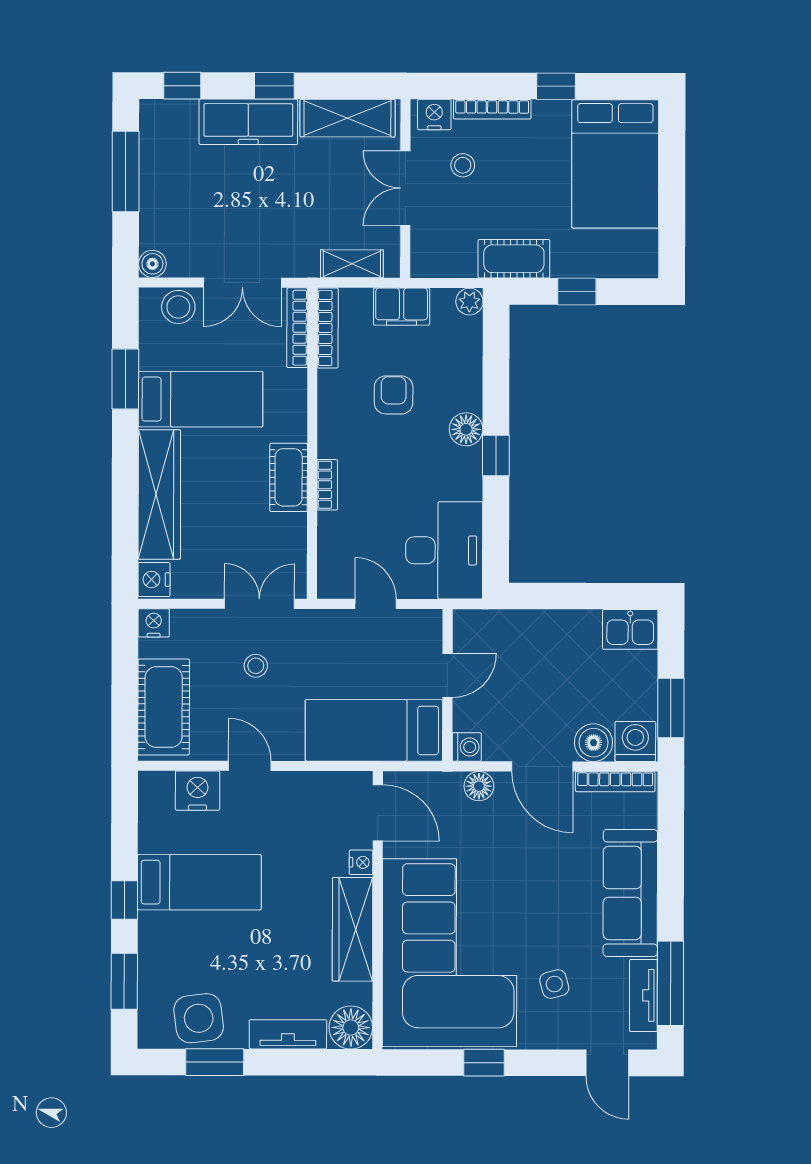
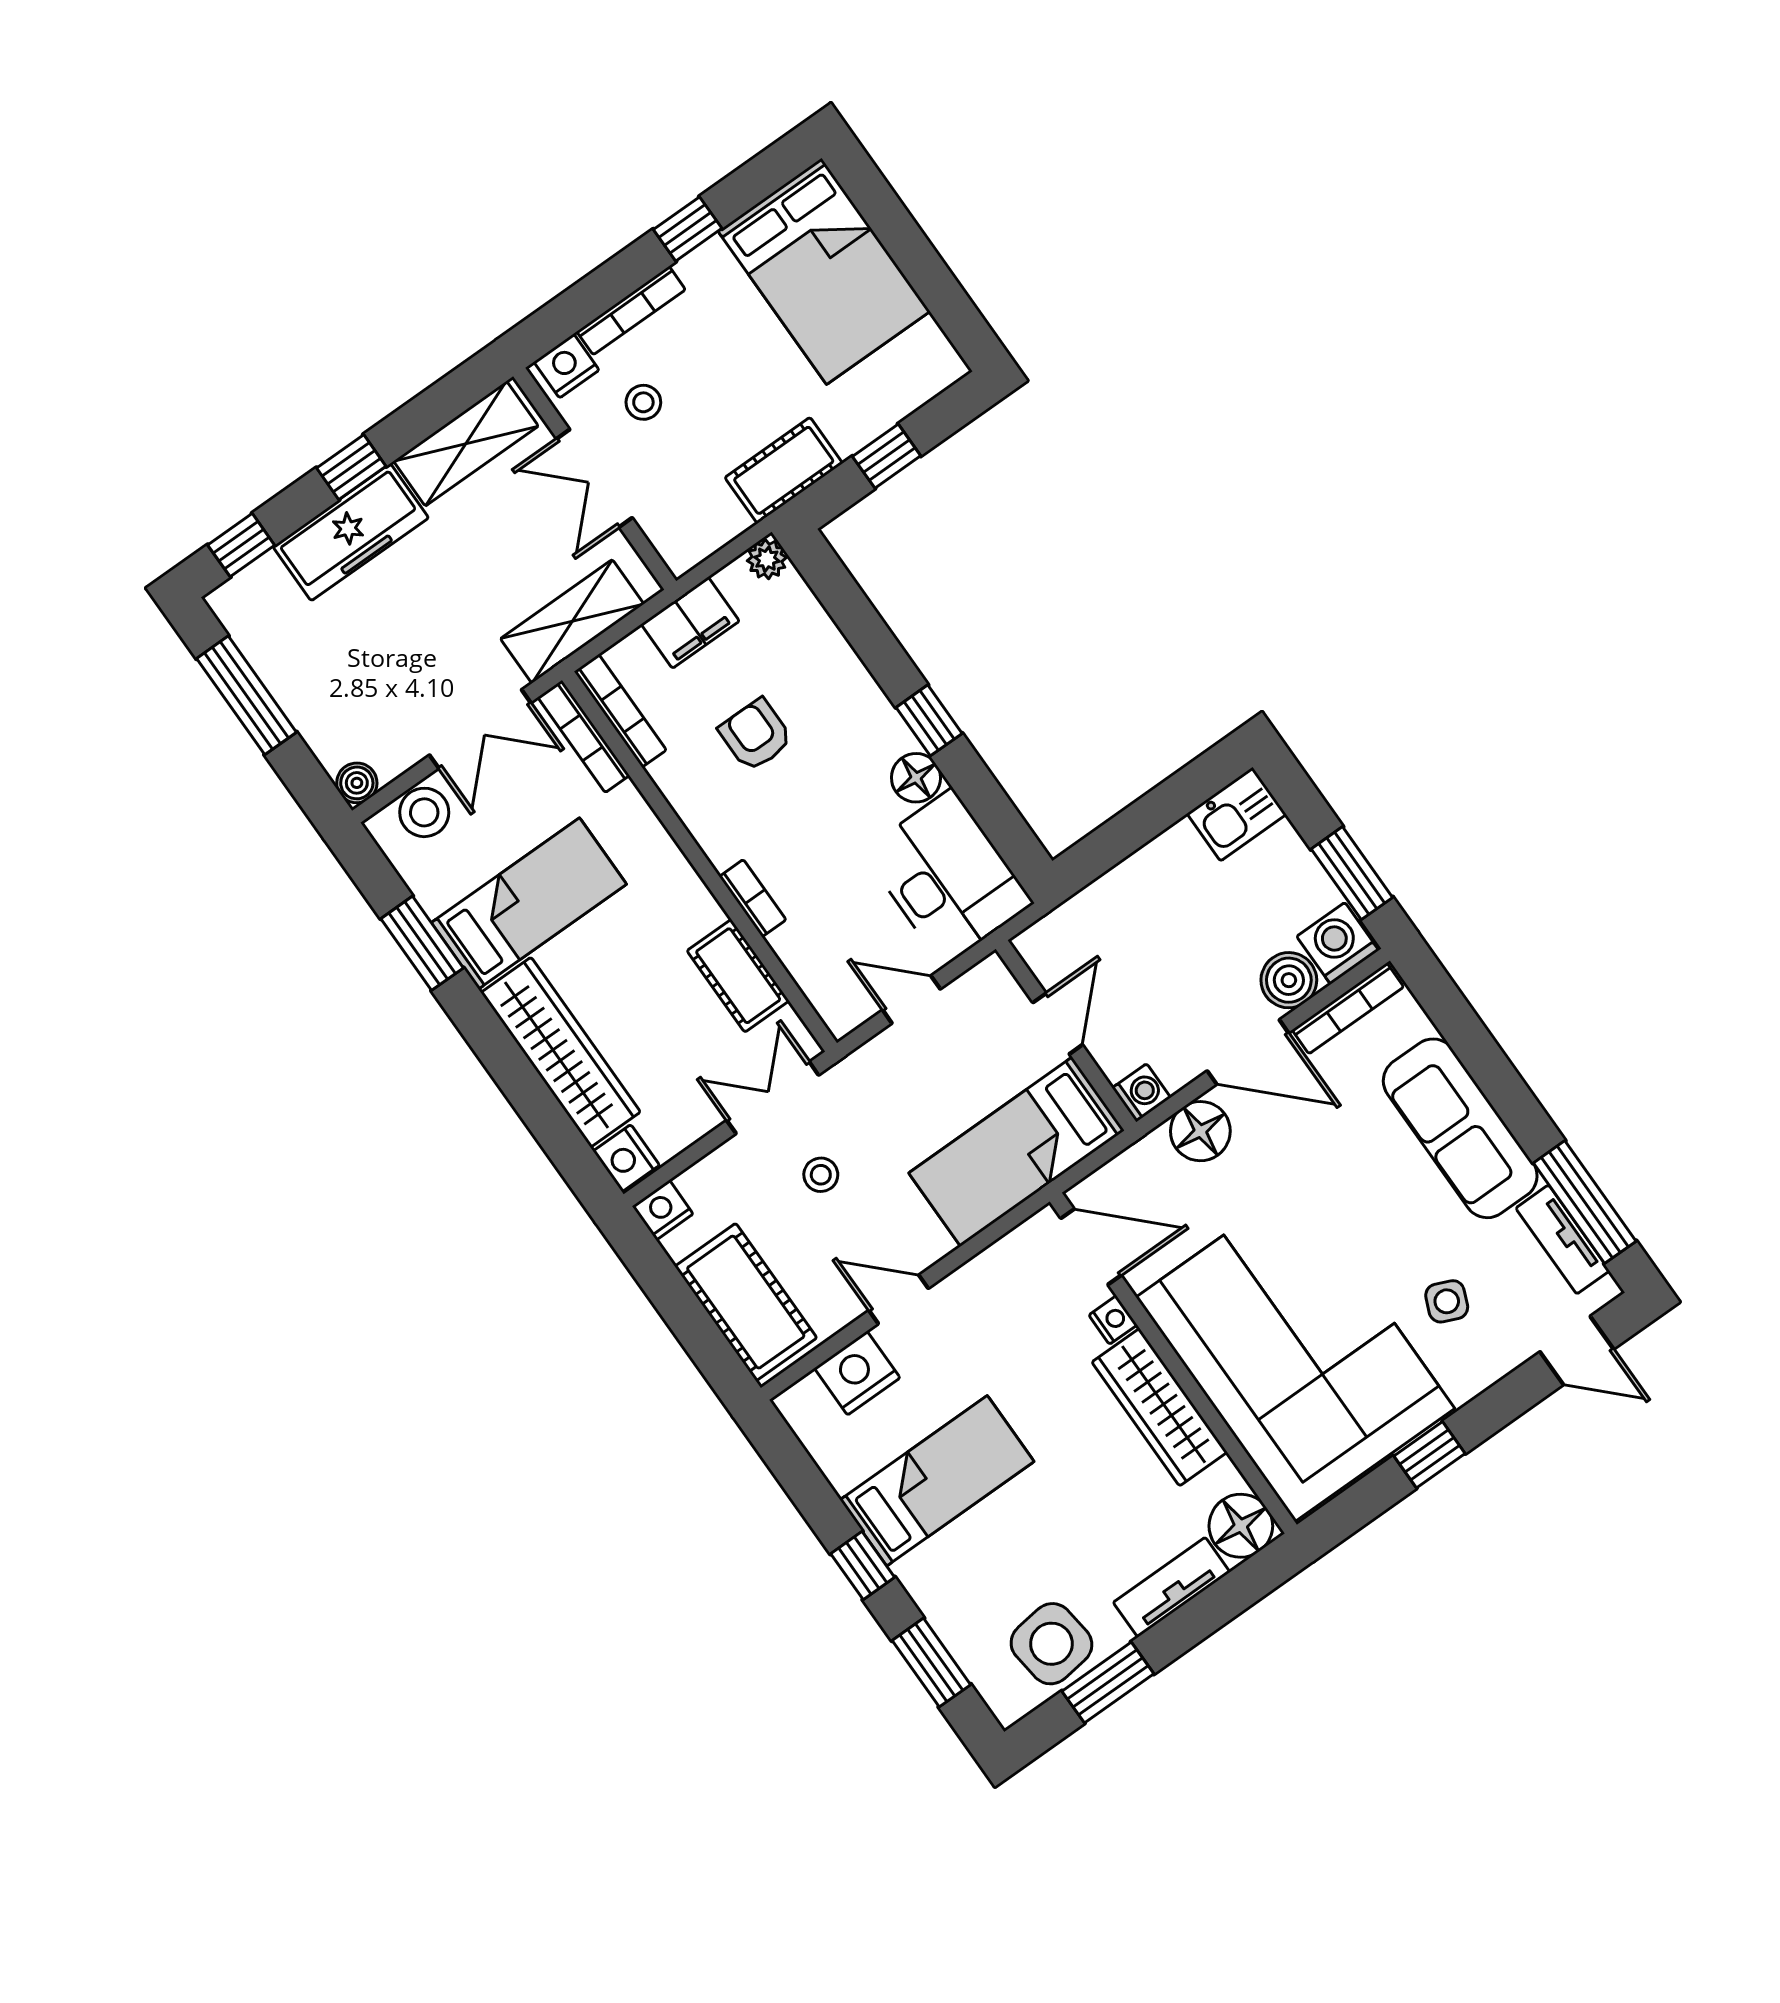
shelving: (352, 264) -> (572, 621), width x1.50, depth x1.33
floor lamp: (466, 429) -> (916, 778), moved
cot: (289, 477) -> (738, 976), moved
floor lamp: (479, 786) -> (1200, 1131), width x1.38, depth x1.38
side table: (554, 984) -> (1447, 1301), turned 38

